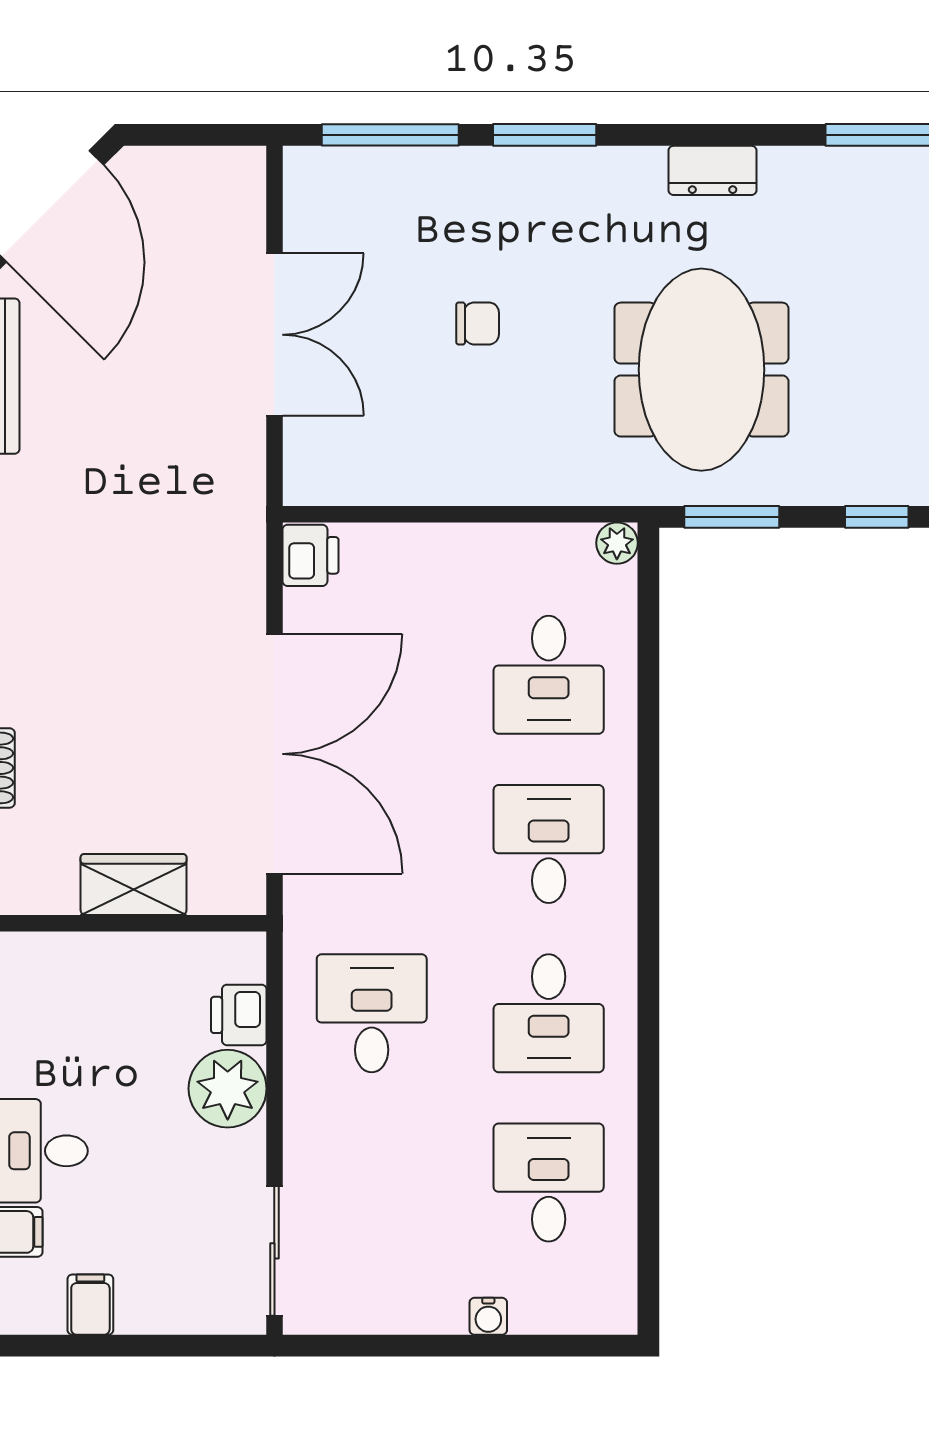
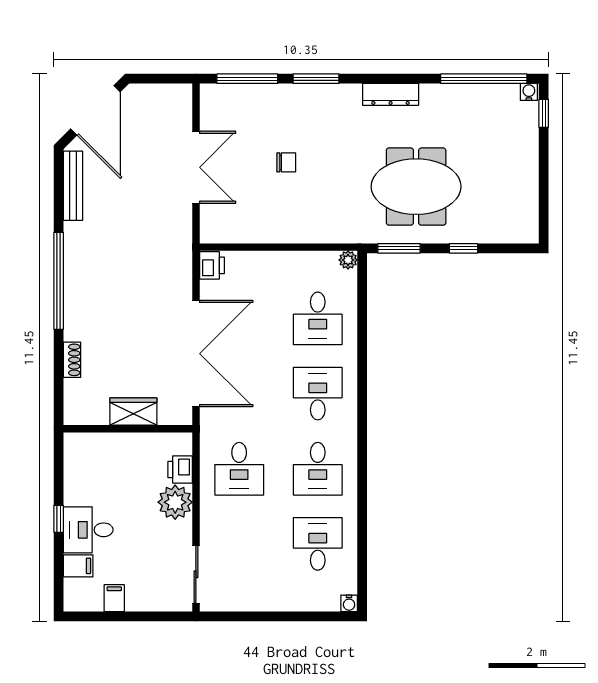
dresser: (713, 170) -> (391, 94), width x1.44
meeting table: (701, 370) -> (416, 187), moved, turned 90
desk: (372, 1013) -> (239, 469), turned 180
water cooler: (488, 1316) -> (349, 603), moved

